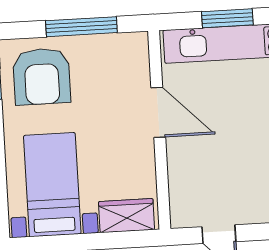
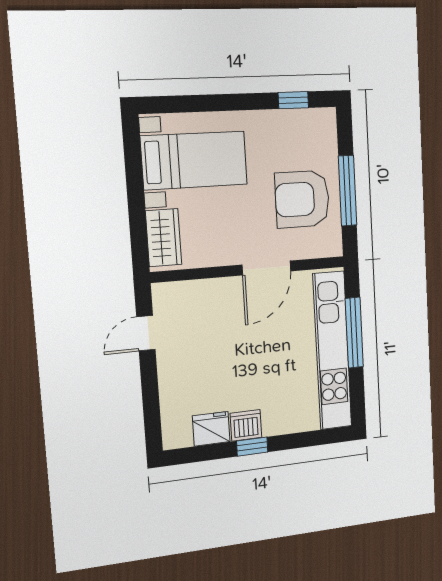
window: (227, 18) -> (354, 333), width x1.44
armchair: (42, 76) -> (302, 199), moved

